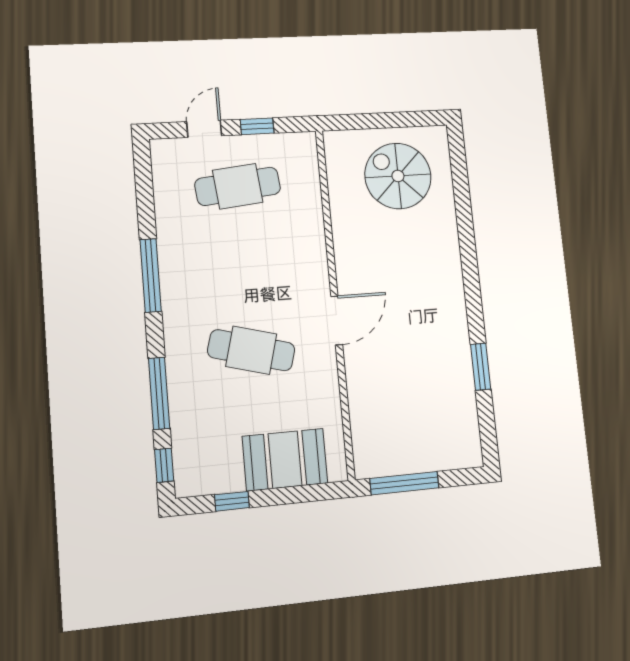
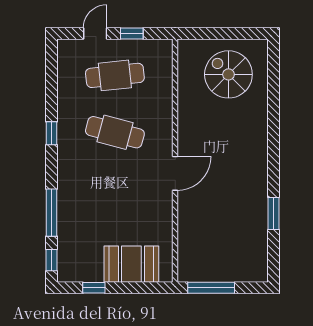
window: (151, 275) -> (52, 133), width x0.46
cafe table: (251, 350) -> (115, 132), moved

